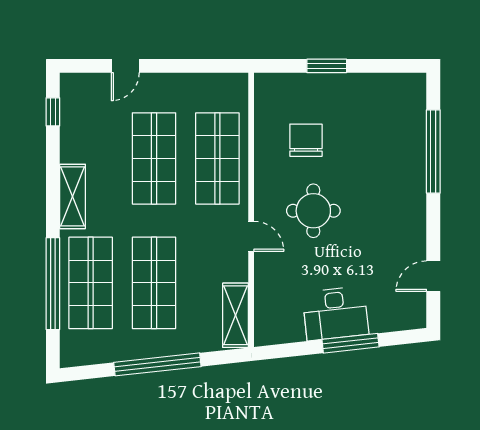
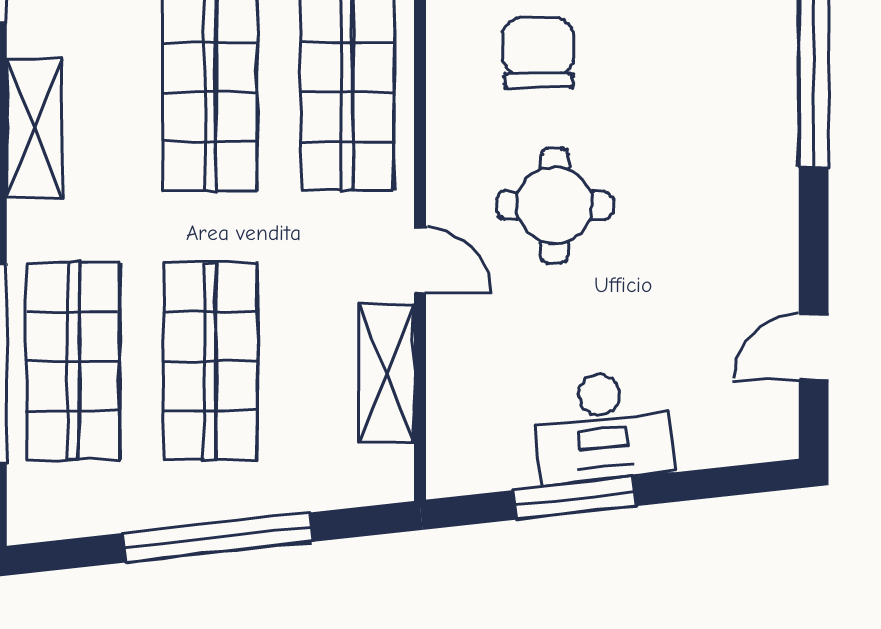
shelving: (73, 196) -> (34, 128), moved
shelving: (235, 315) -> (386, 373), moved
window: (351, 343) -> (575, 498), moved

